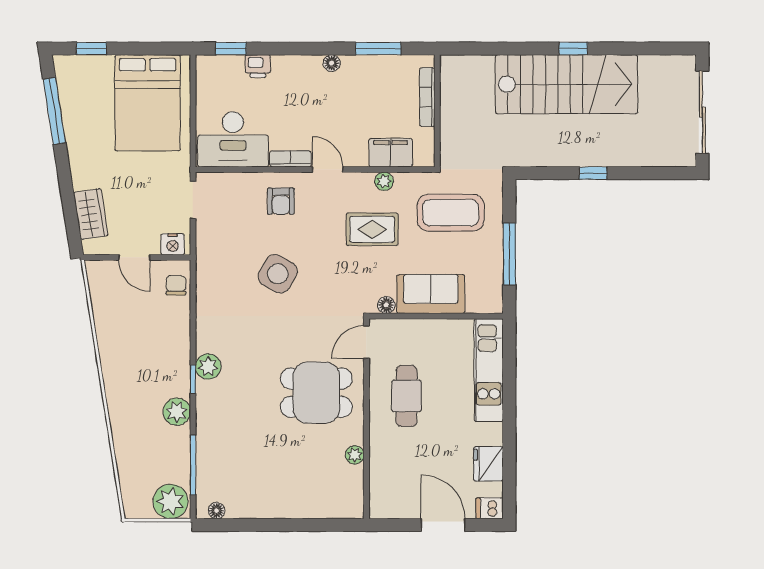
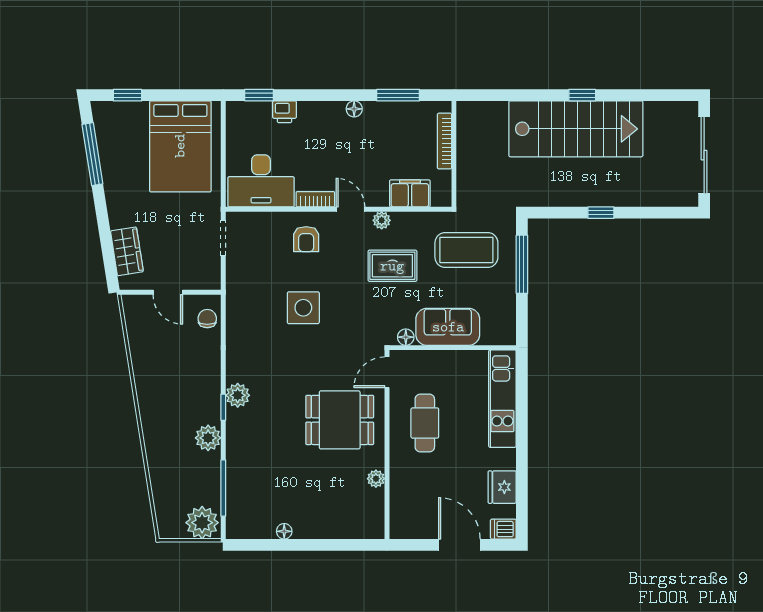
plant: (384, 181) -> (382, 220), moved
nightstand: (173, 244) -> (204, 280), removed
window: (509, 254) -> (522, 264), moved
side table: (278, 274) -> (303, 308), turned -30
floor lamp: (217, 511) -> (284, 531), moved

